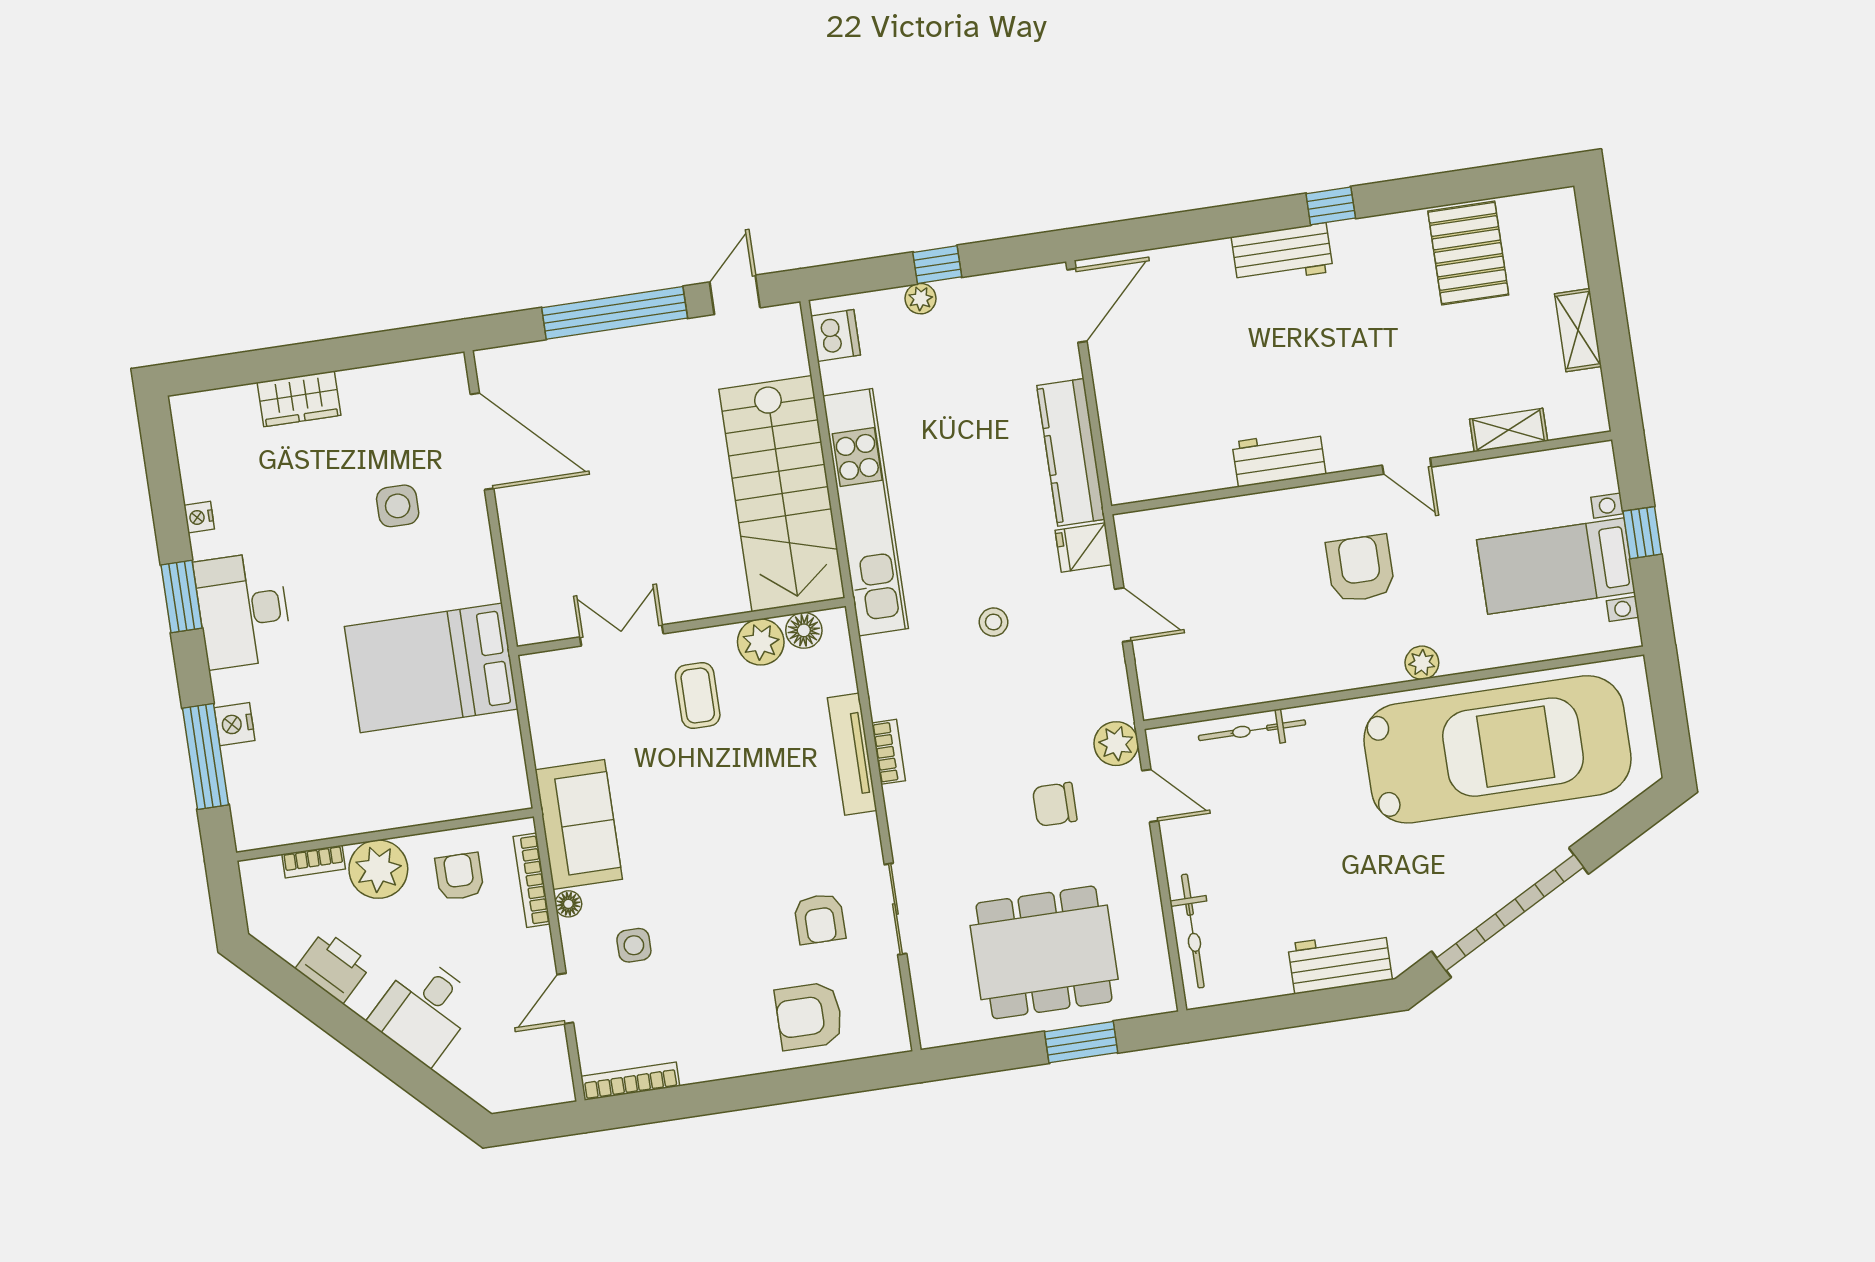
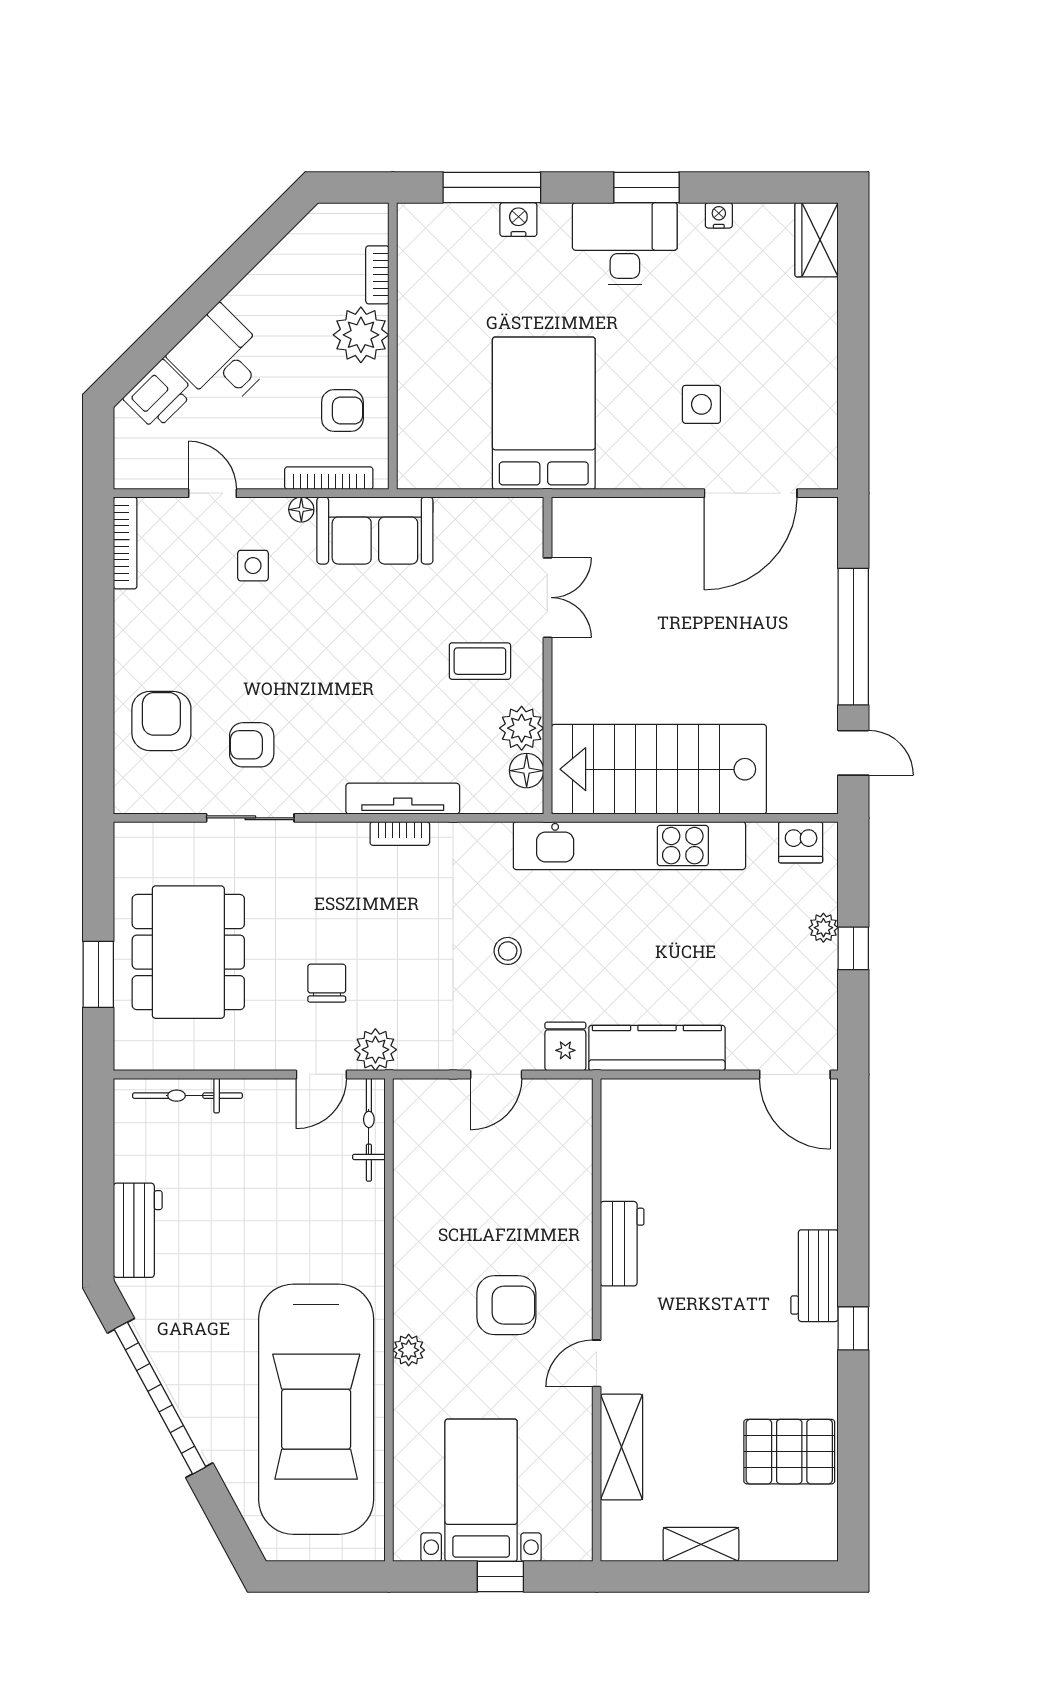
wardrobe: (299, 399) -> (817, 240), moved
shelving: (1509, 430) -> (622, 1447), width x1.50, depth x1.33
bicycle: (1252, 730) -> (369, 1130), moved
printer: (333, 967) -> (159, 395), moved

